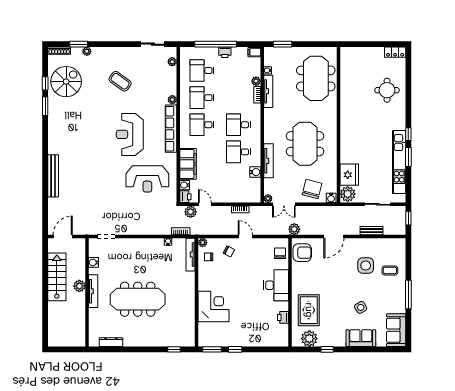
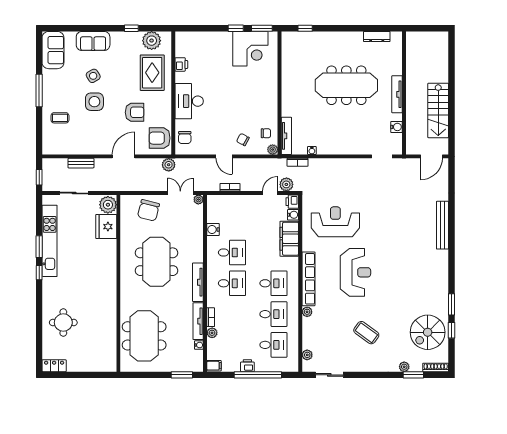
tv unit: (268, 161) -> (198, 282), moved
water cooler: (331, 198) -> (127, 200), removed
door: (205, 204) -> (270, 193), swing flipped
side table: (366, 266) -> (94, 102), moved
armchair: (324, 275) -> (135, 112), added
plant: (79, 286) -> (413, 100), removed
corner desk: (214, 306) -> (250, 49), moved, turned -90

